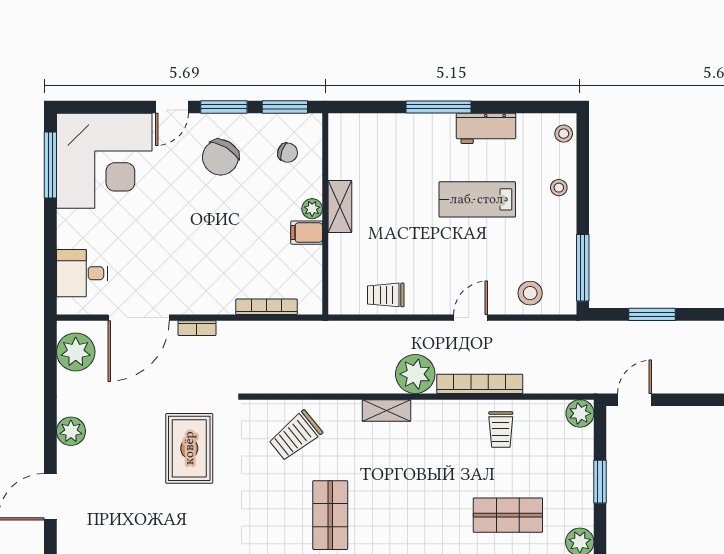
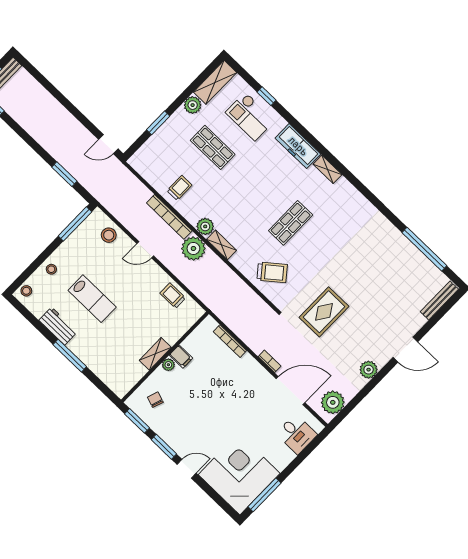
chair: (220, 157) -> (187, 426), removed
trolley: (386, 295) -> (173, 296), turned 180
plant: (580, 413) -> (205, 226), moved

